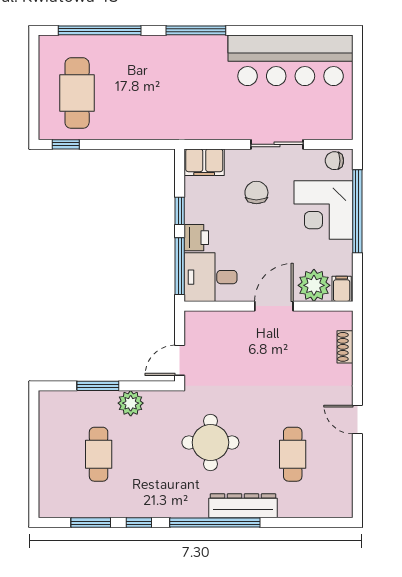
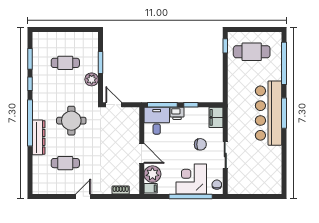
bar counter: (291, 60) -> (269, 113), moved

